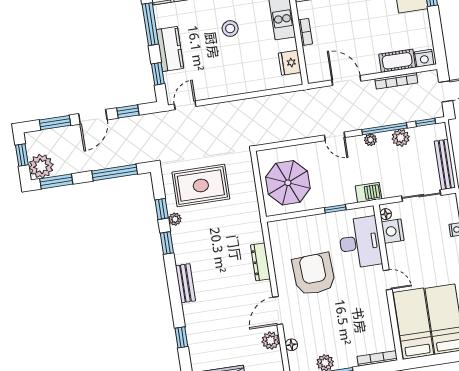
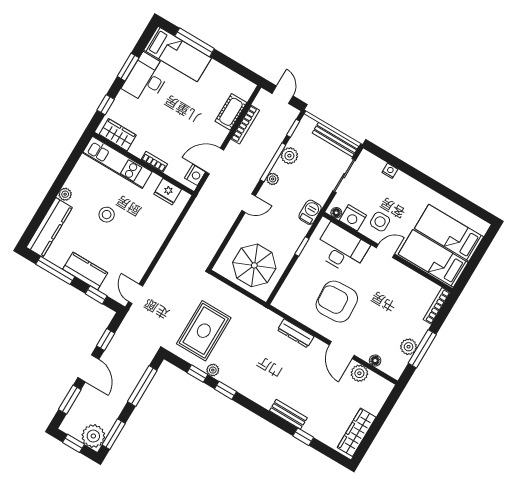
nightstand: (424, 58) -> (195, 175), moved
side table: (408, 256) -> (380, 222), added
bench: (185, 283) -> (288, 414), moved

